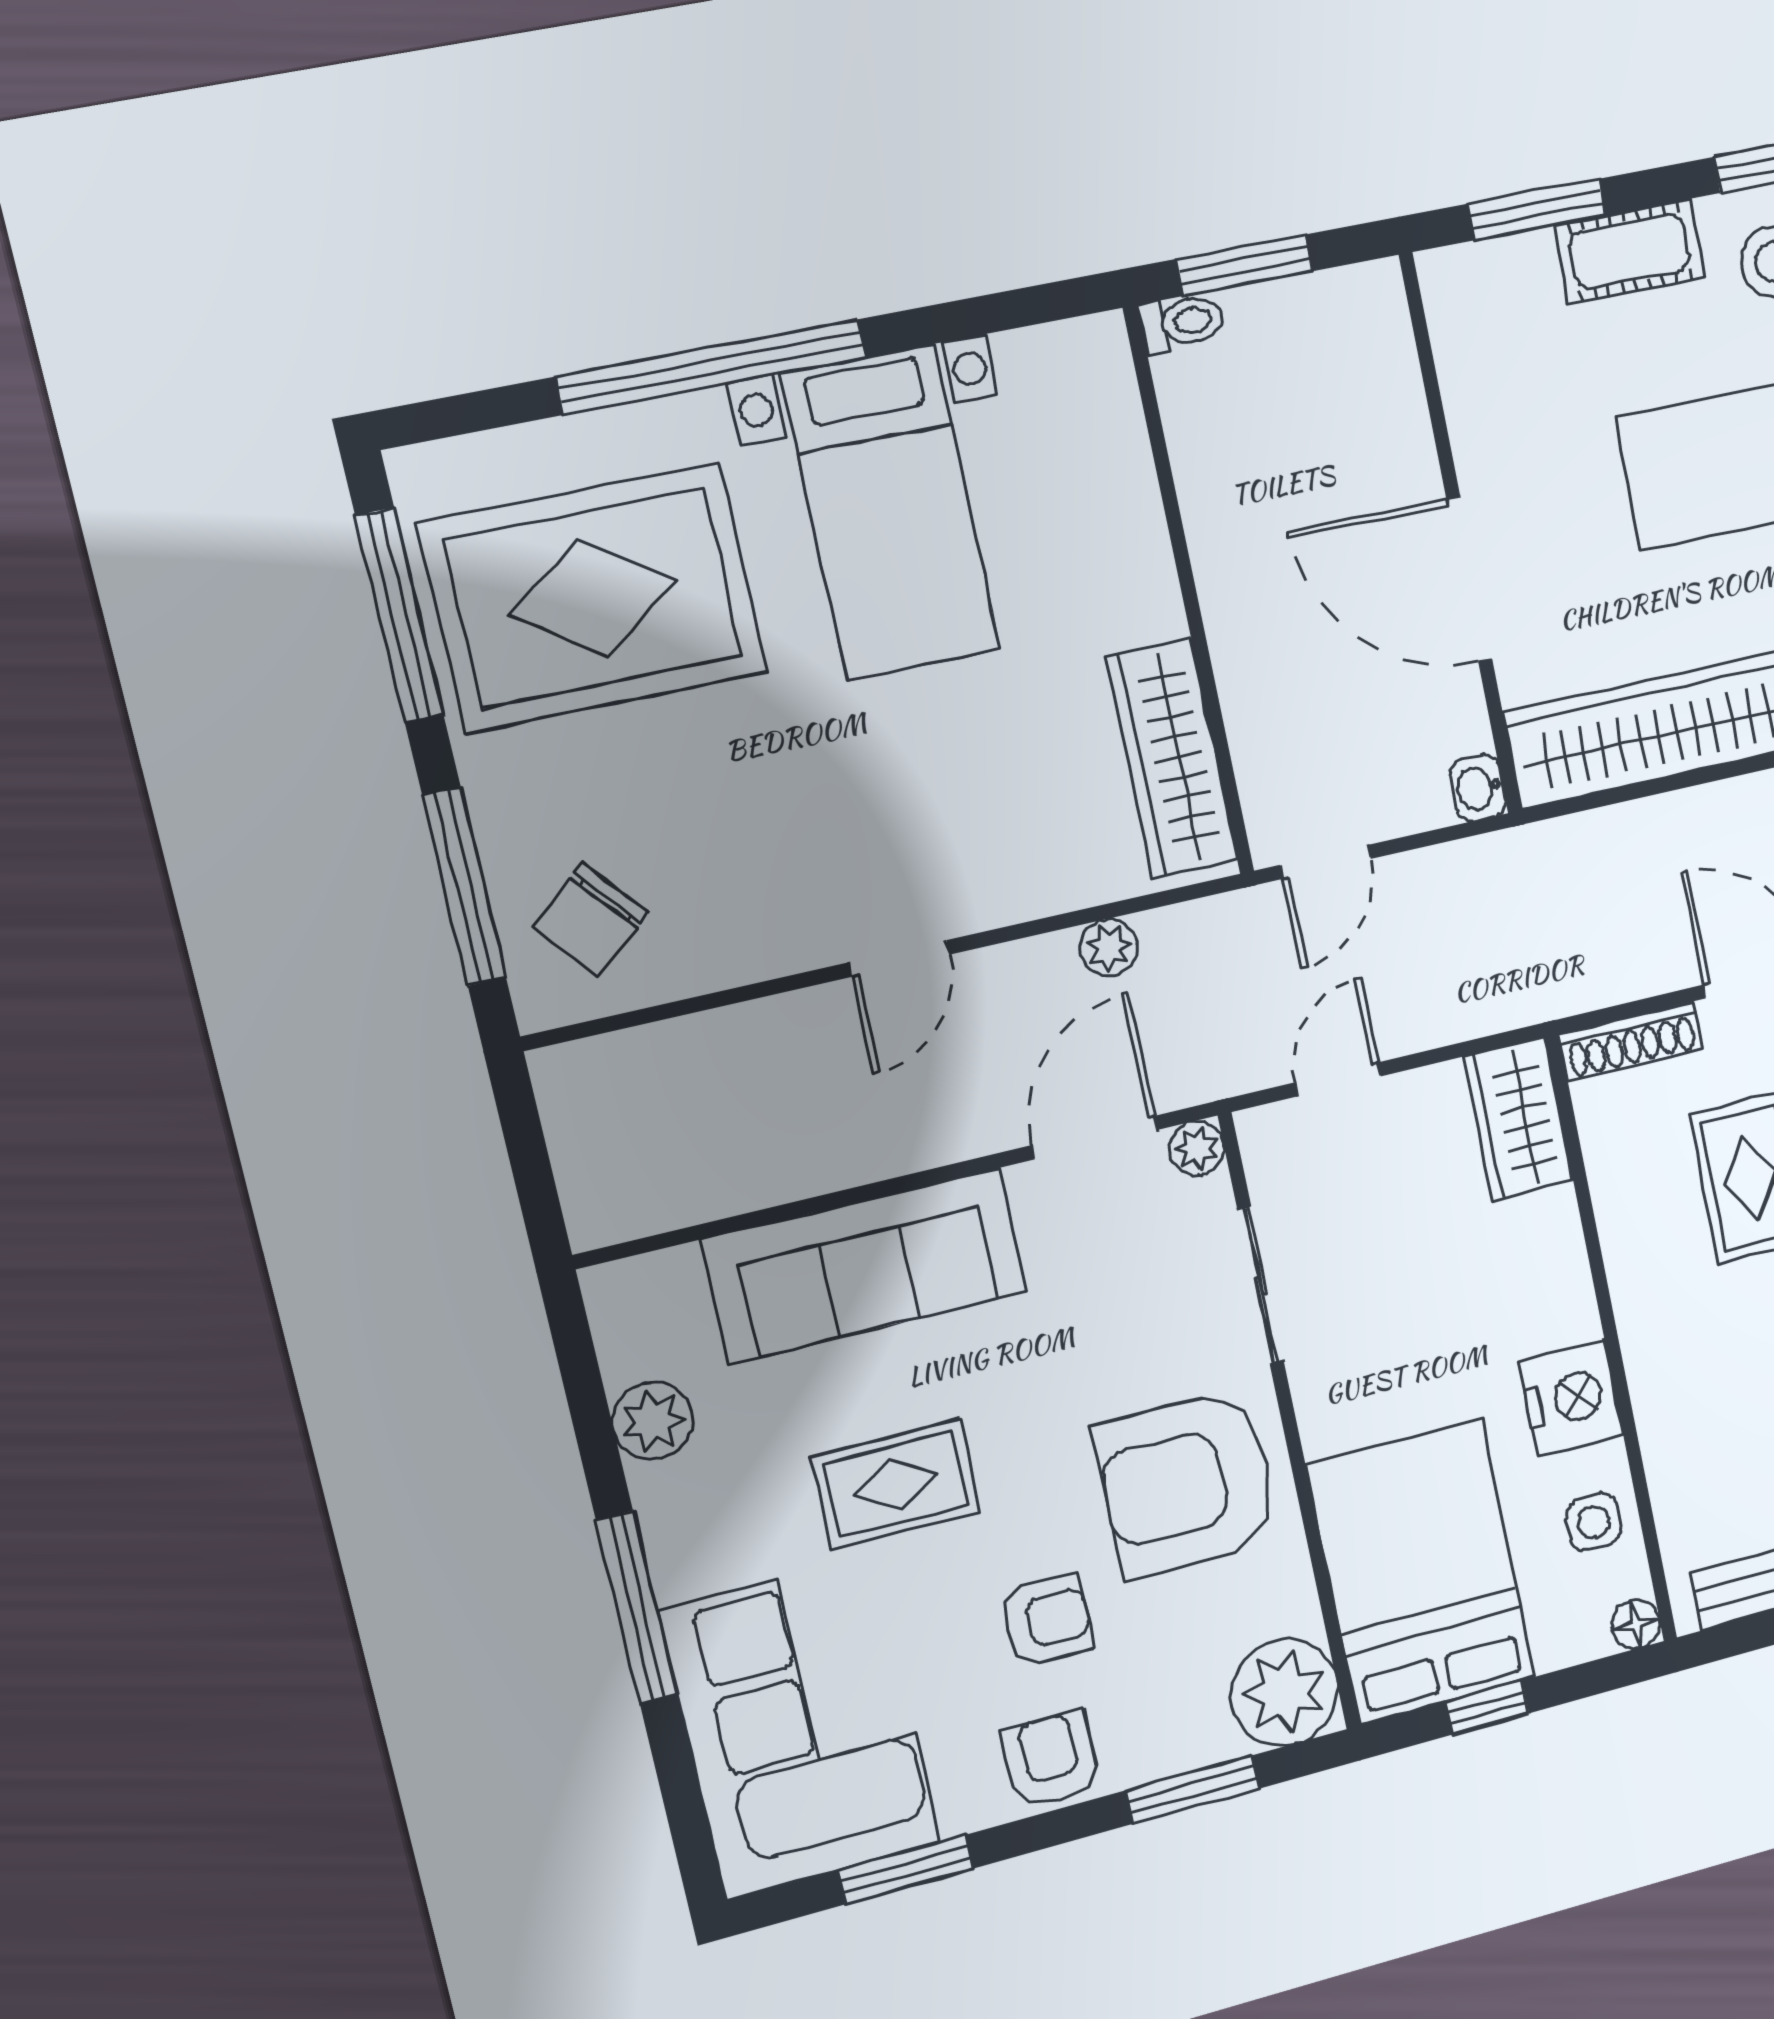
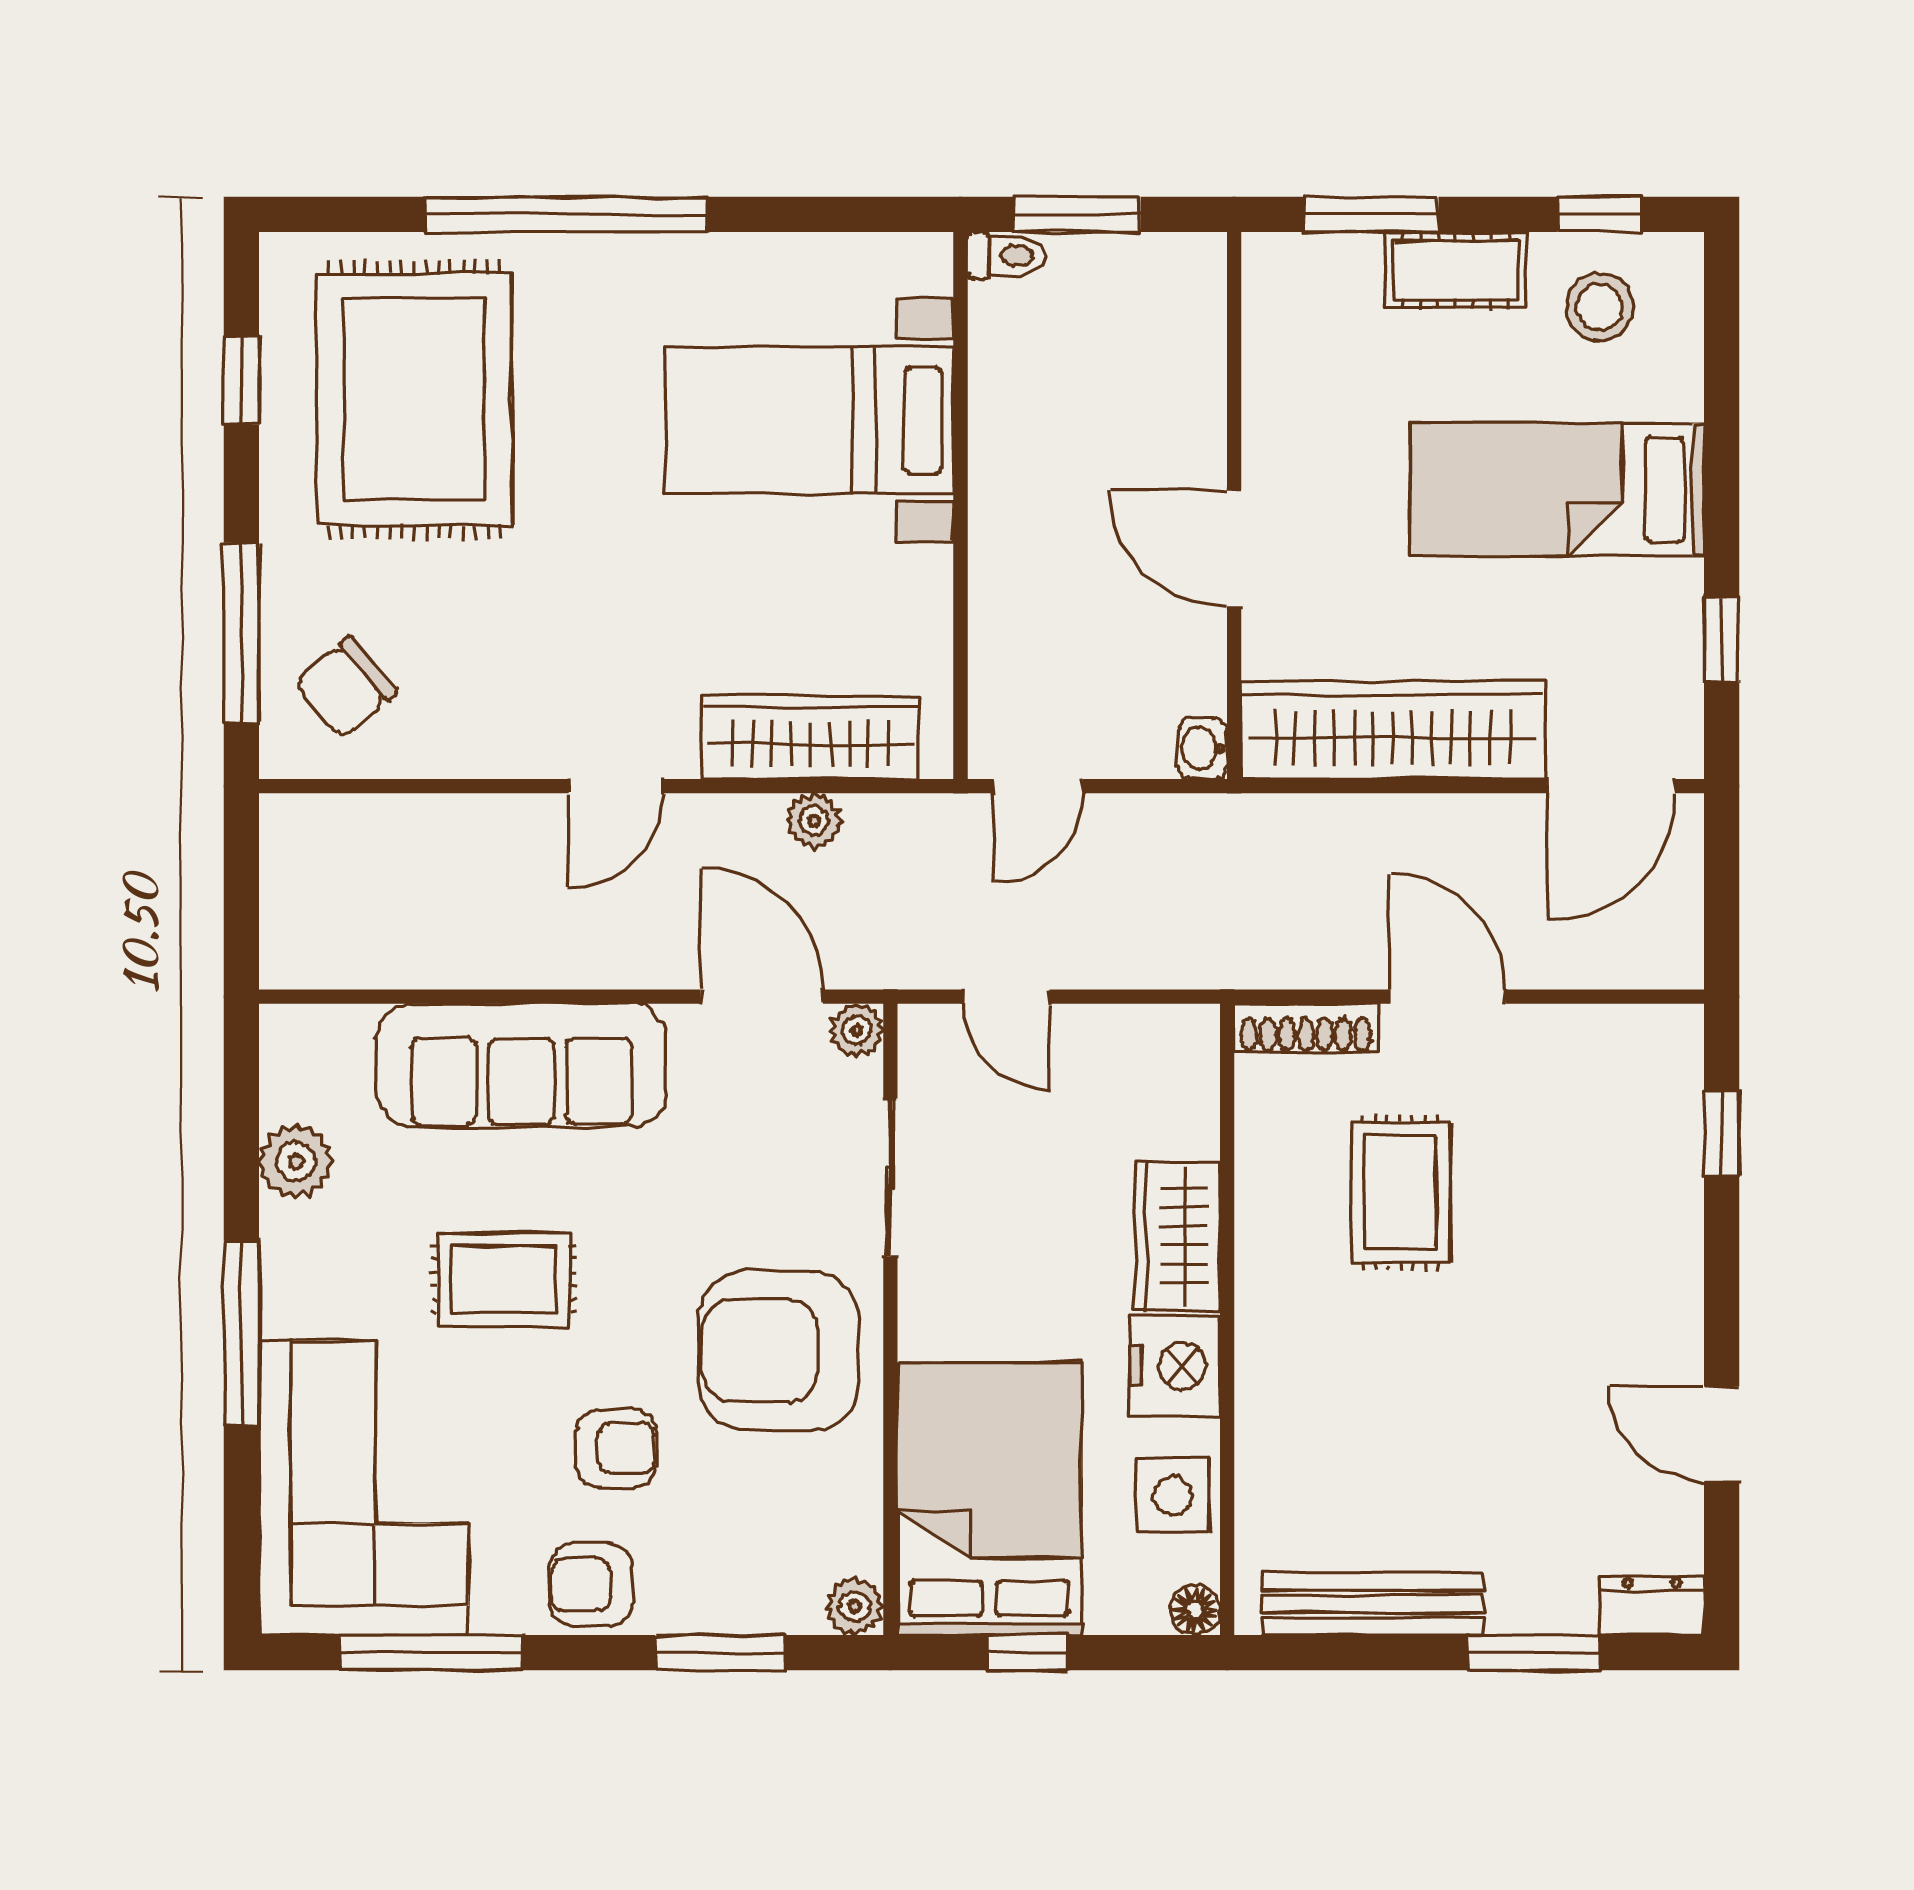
bed with nightstands: (891, 512) -> (809, 420), moved, turned 90
door: (1469, 579) -> (1234, 548), width x0.73
rug: (594, 598) -> (414, 399), turned 90
window: (399, 616) -> (241, 380), width x0.46
wardrobe: (1172, 758) -> (810, 737), moved, turned 90
door: (1338, 1079) -> (1007, 997), swing flipped
wardrobe: (1518, 1119) -> (1177, 1236), moved
door: (1095, 1137) -> (762, 997), hinge flipped
side table: (1594, 1522) -> (1173, 1496), width x1.37, depth x1.37
plant: (1284, 1692) -> (855, 1606), width x0.53, depth x0.53
armchair: (1051, 1760) -> (591, 1585), turned -90
window: (905, 1869) -> (431, 1653), width x1.44

